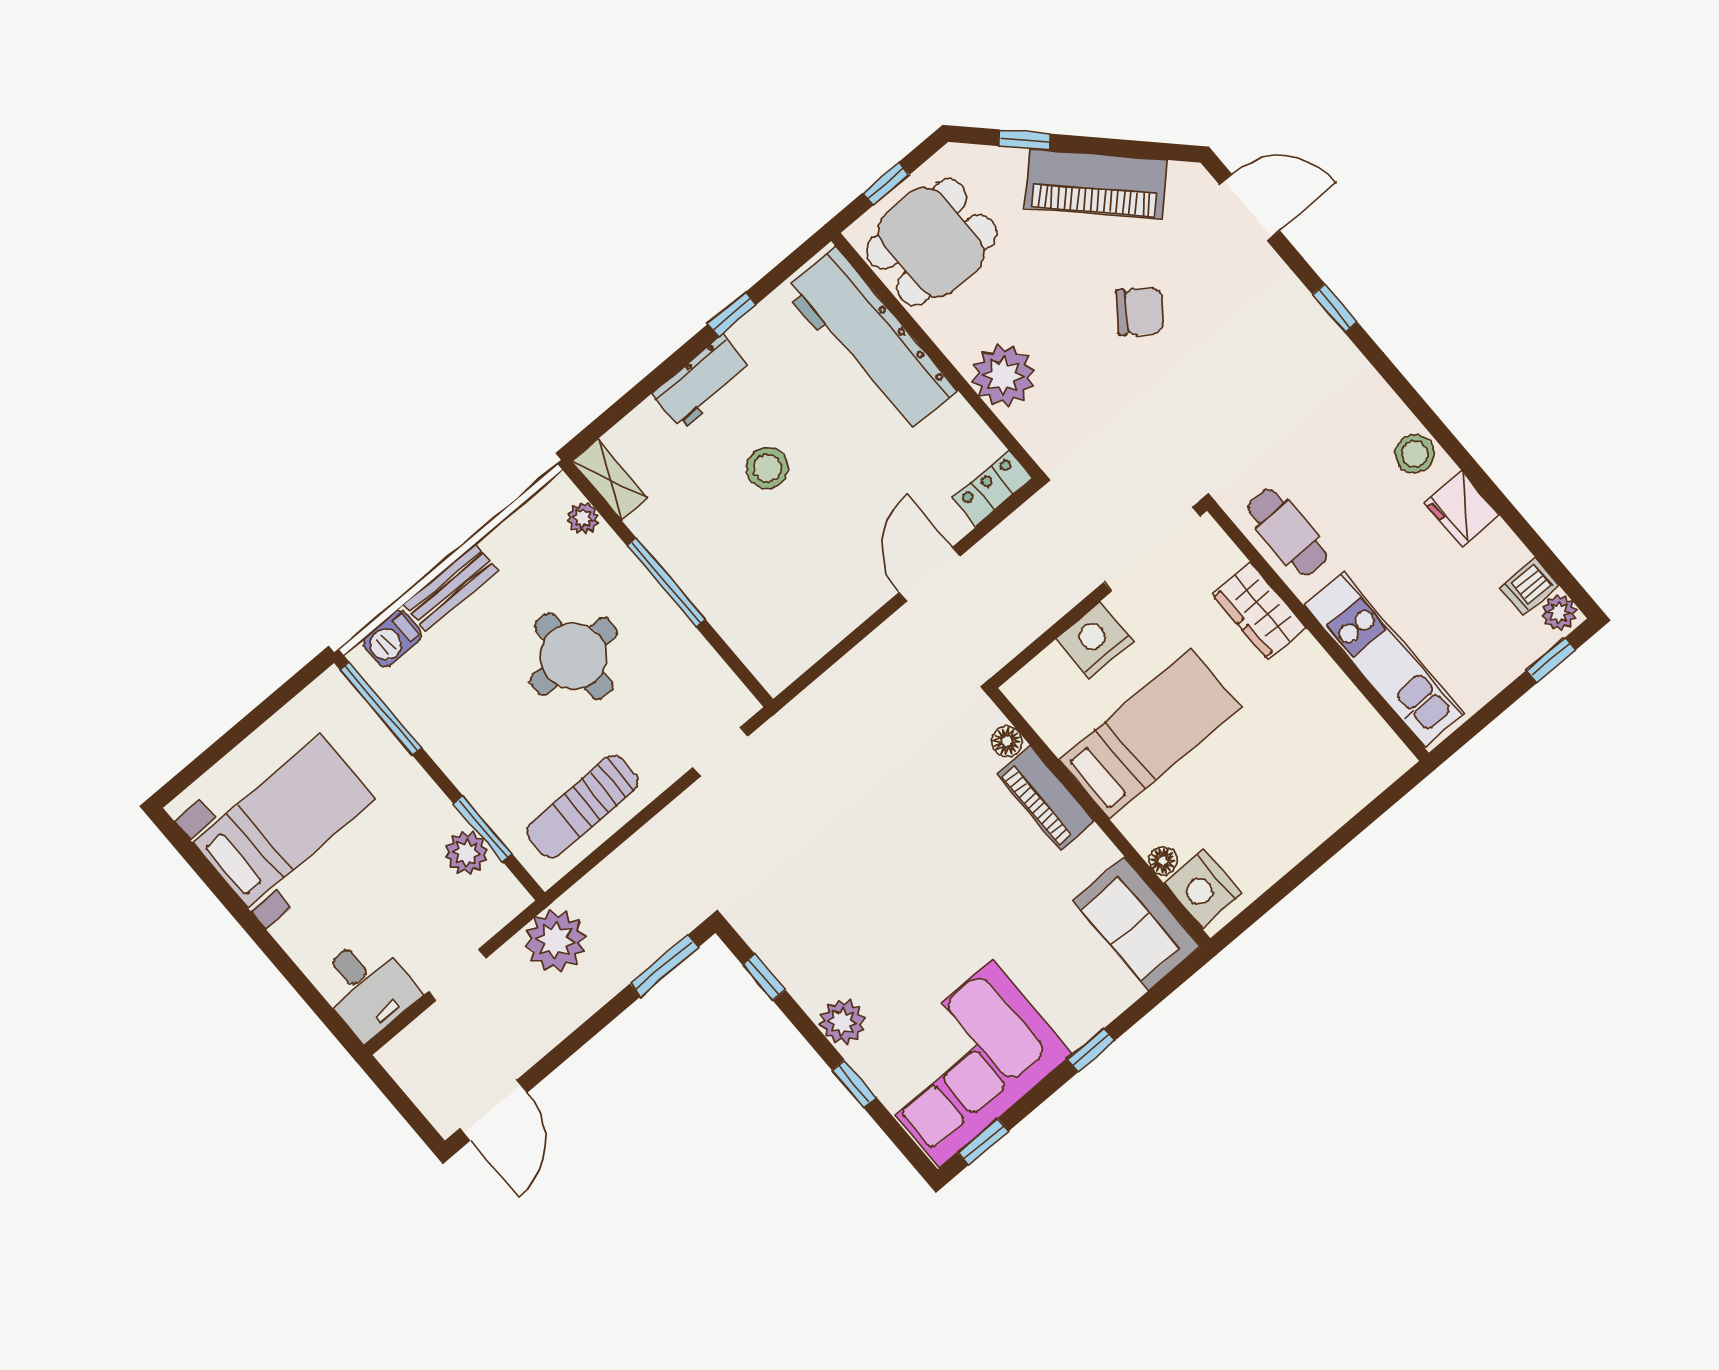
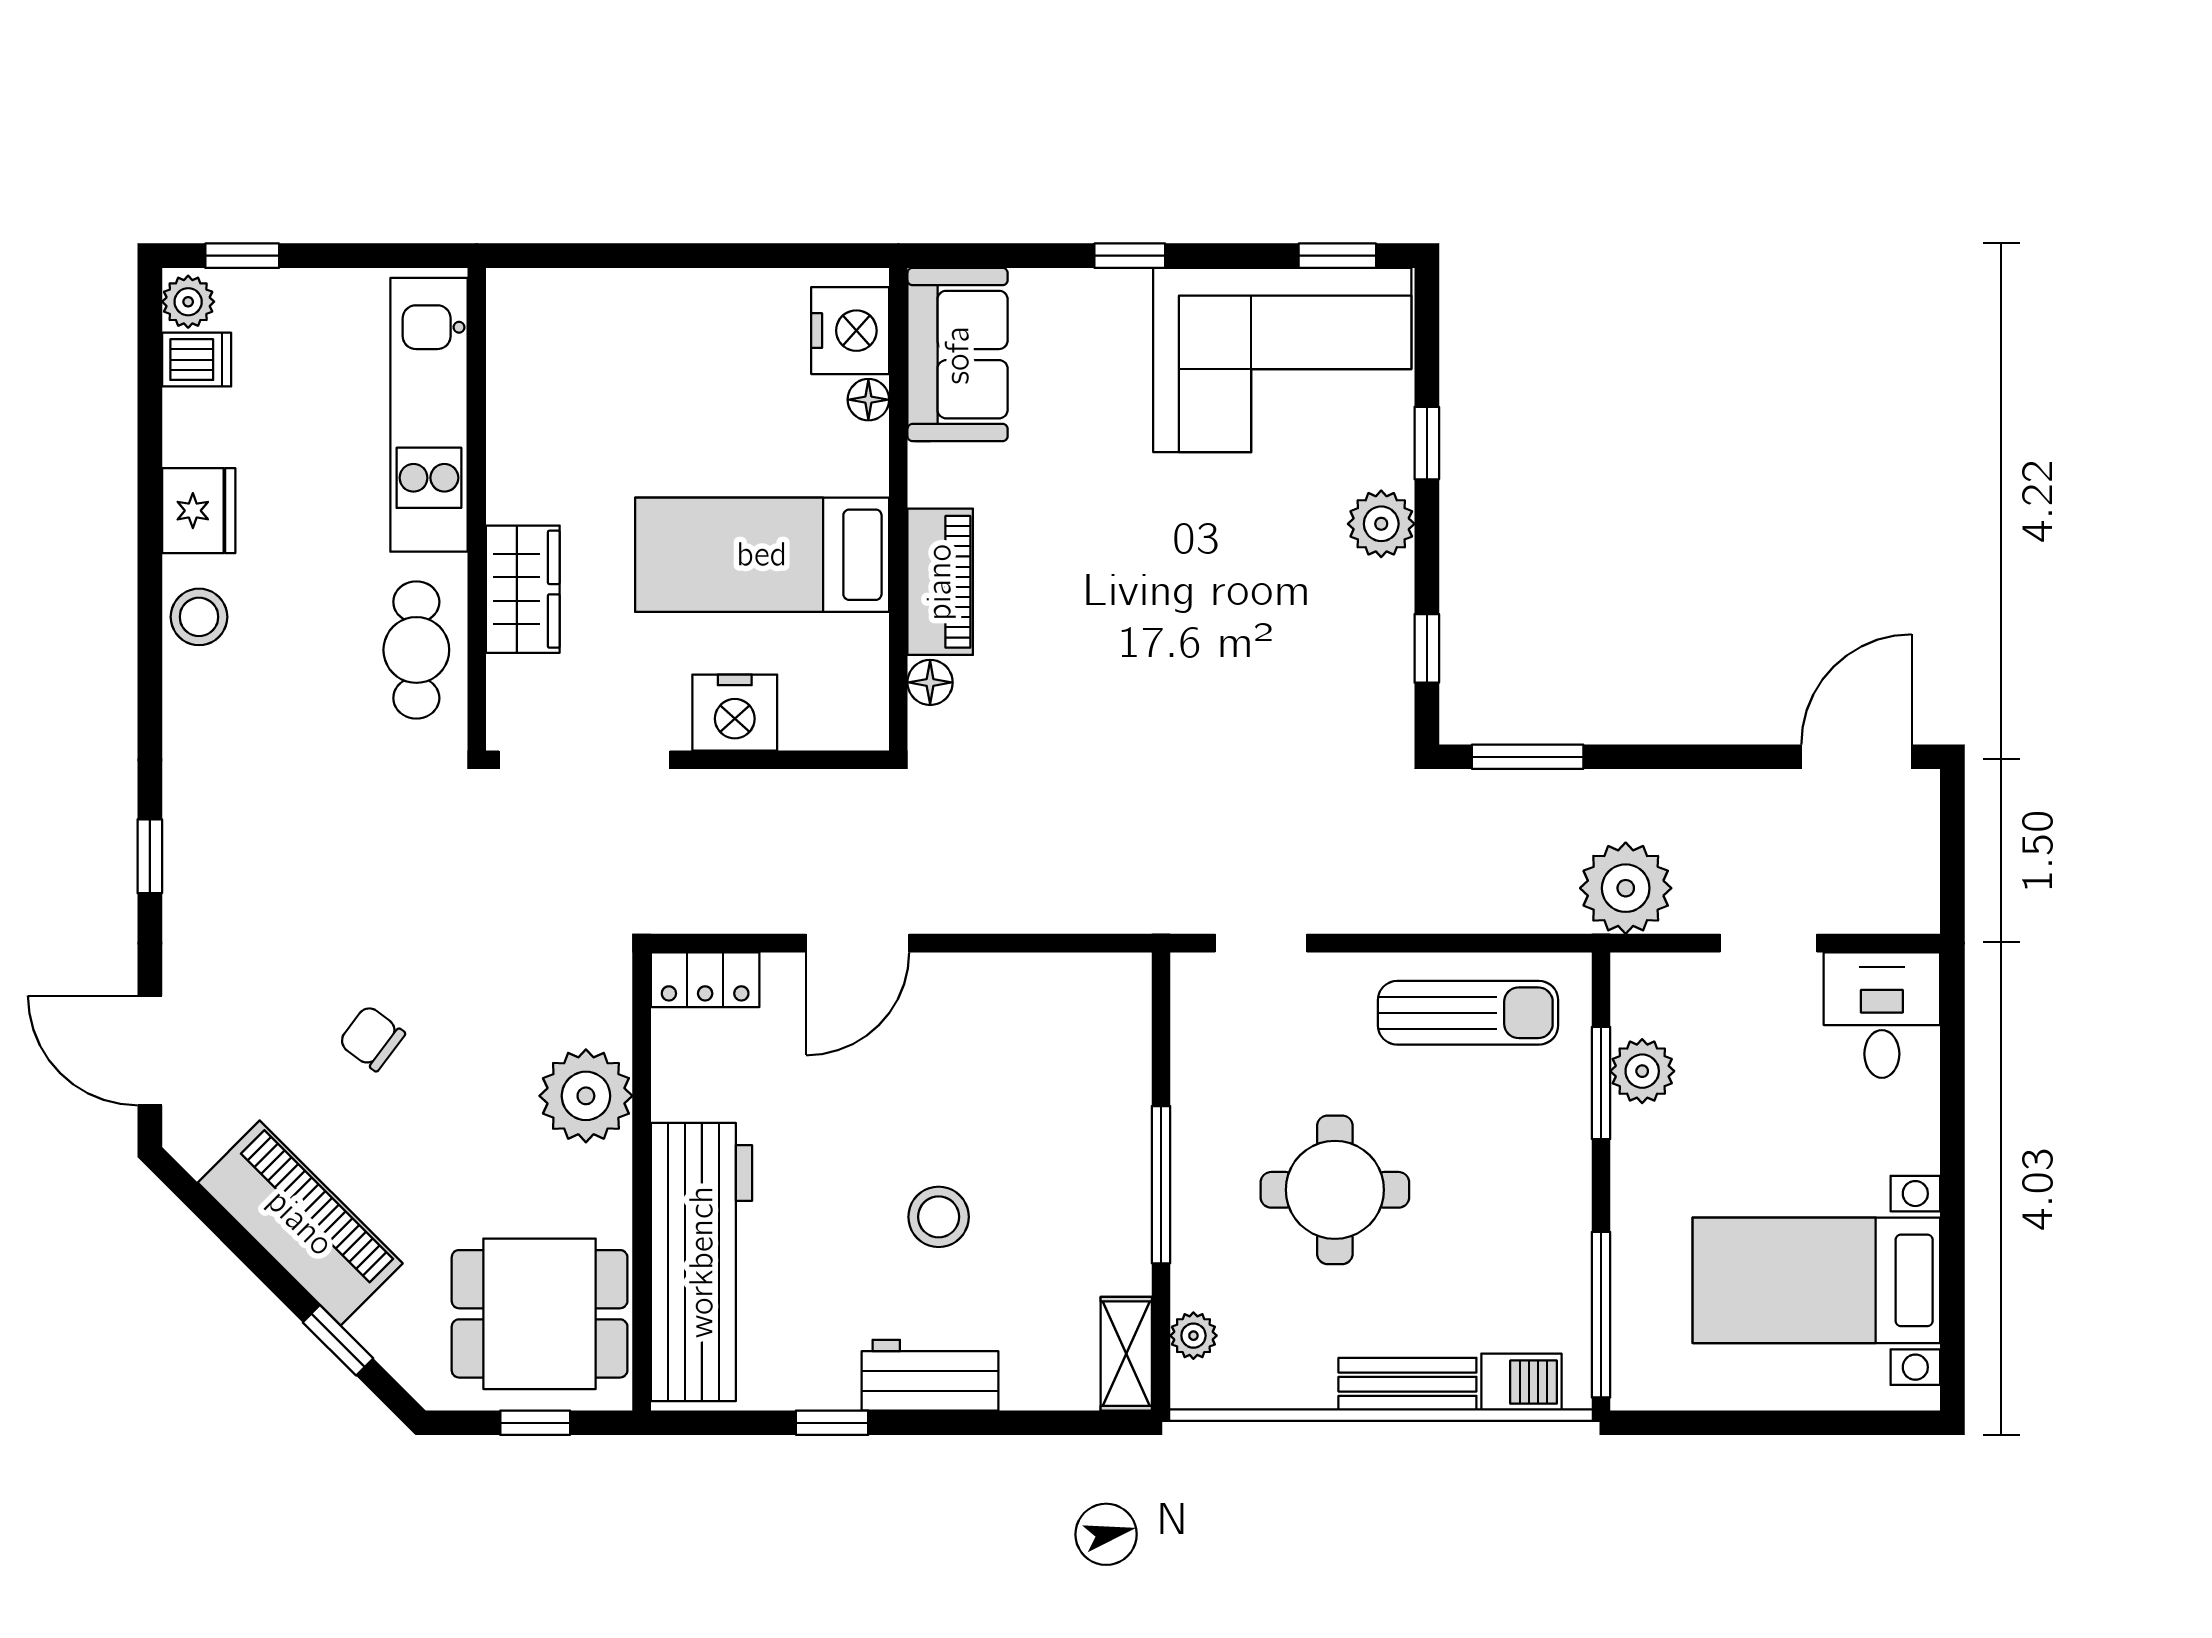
chair: (1140, 311) -> (372, 1038), width x0.73, depth x0.73

